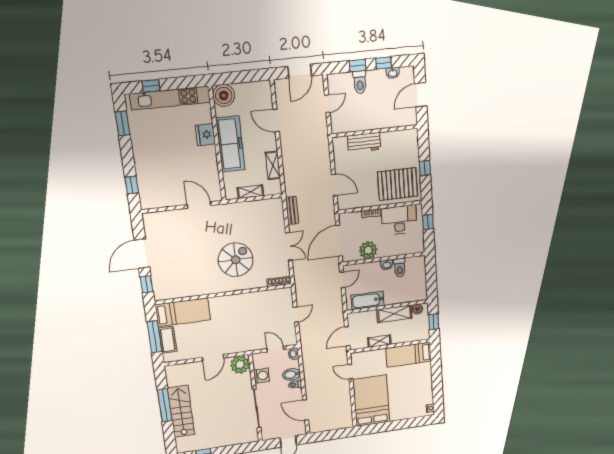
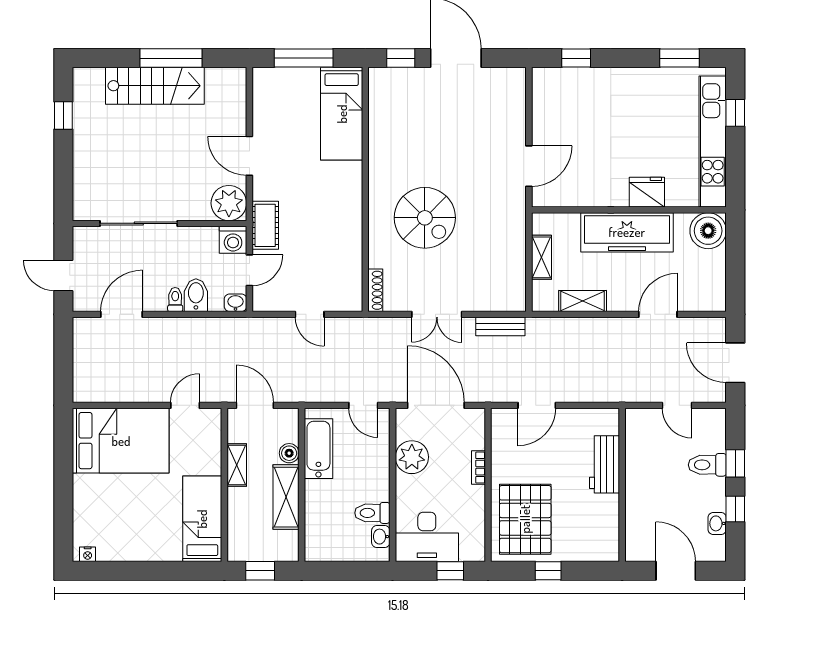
desk: (399, 220) -> (427, 537), moved, turned 90
washbasin: (387, 265) -> (381, 537), moved
boiler: (417, 309) -> (289, 453), moved
cot: (168, 340) -> (265, 225), moved, turned 90
washing machine: (262, 376) -> (233, 240), moved

